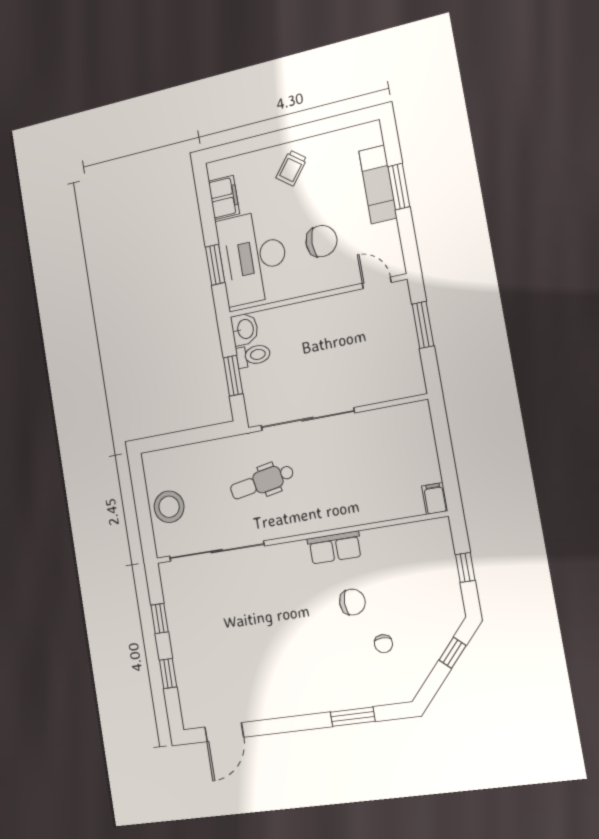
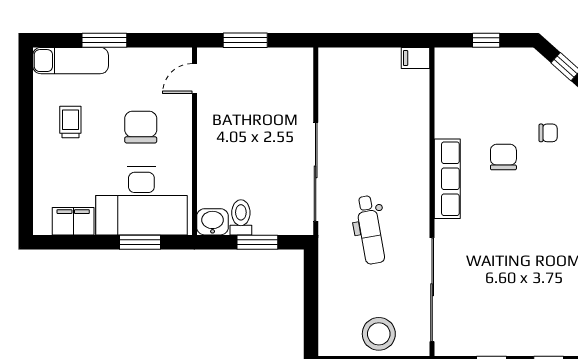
trolley: (291, 168) -> (70, 122), moved, turned -128
exam couch: (378, 184) -> (71, 61), moved
row of seats: (335, 548) -> (447, 179), width x1.48

